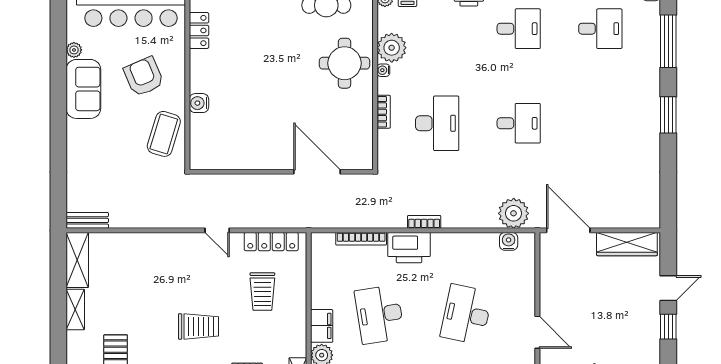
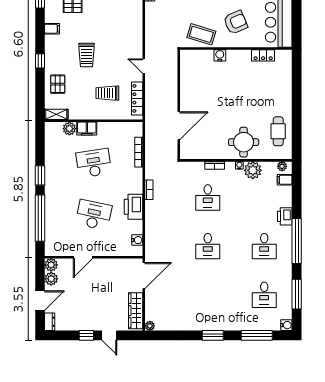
desk: (437, 123) -> (208, 197), width x0.73
plant: (514, 213) -> (150, 326), moved, width x0.53, depth x0.53
door: (217, 230) -> (144, 66), hinge flipped
printer: (409, 248) -> (134, 207), moved

